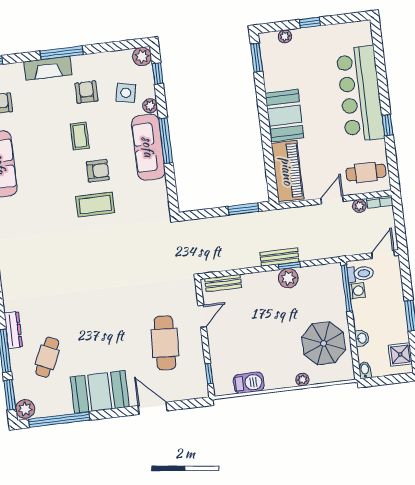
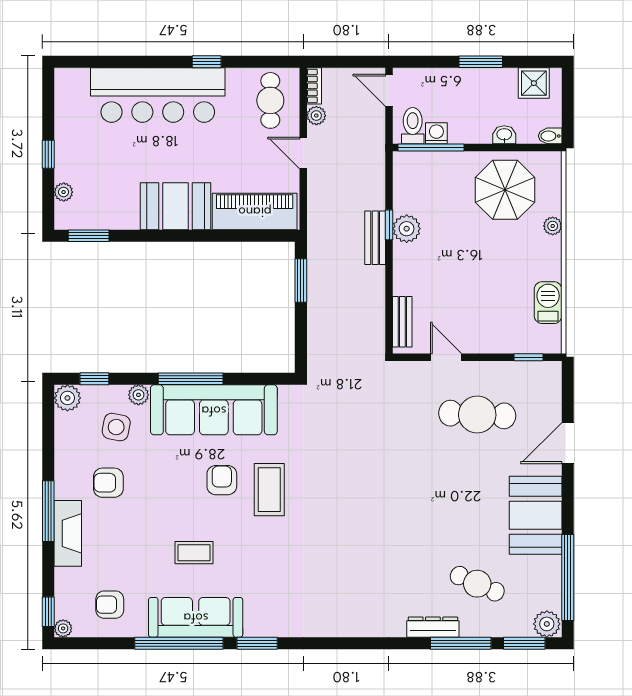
coffee table: (80, 136) -> (194, 553), moved
sofa: (148, 147) -> (214, 410), width x1.36, depth x1.27

